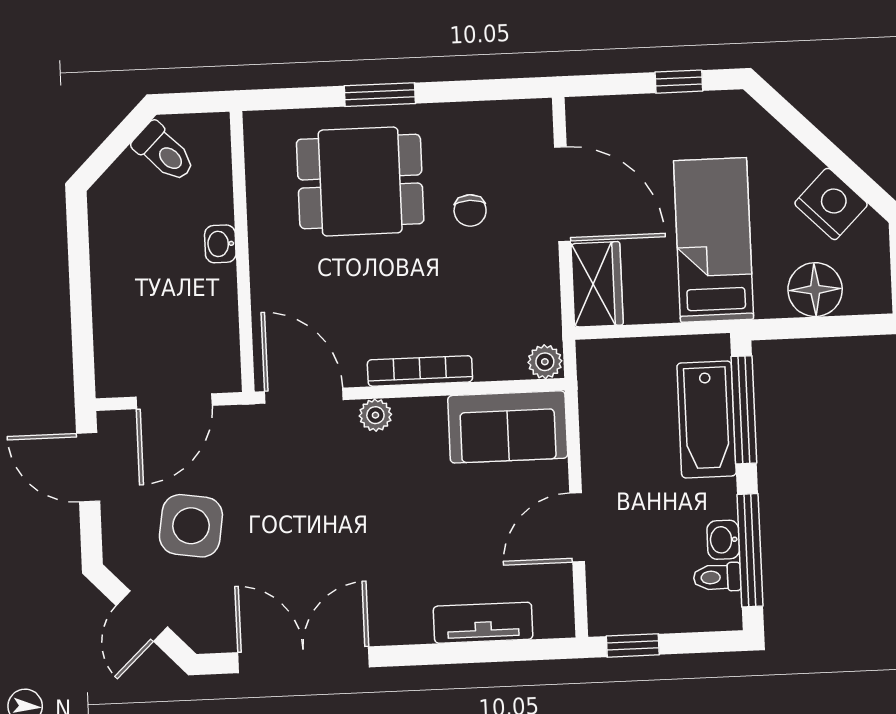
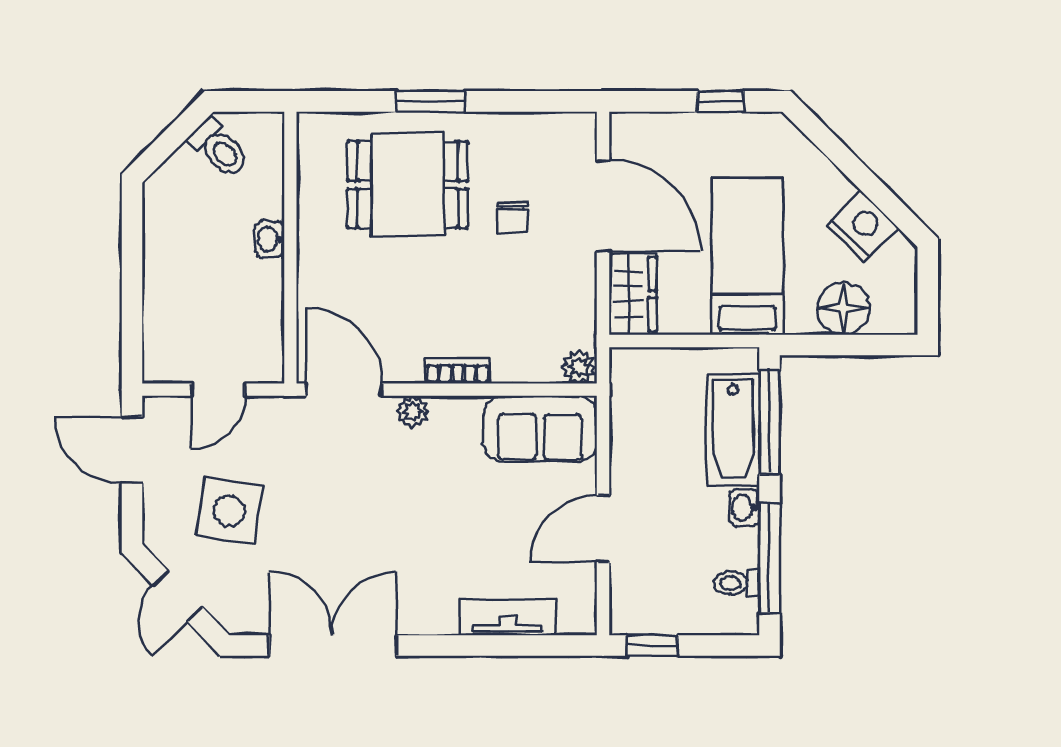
bookcase: (420, 371) -> (458, 371), width x0.64
door: (174, 401) -> (218, 390), width x0.73
washbasin: (723, 540) -> (744, 508), moved

